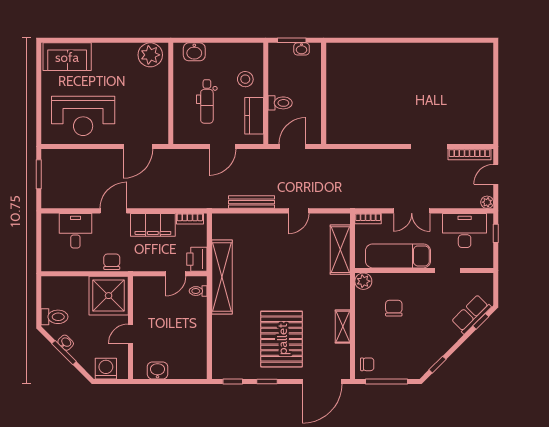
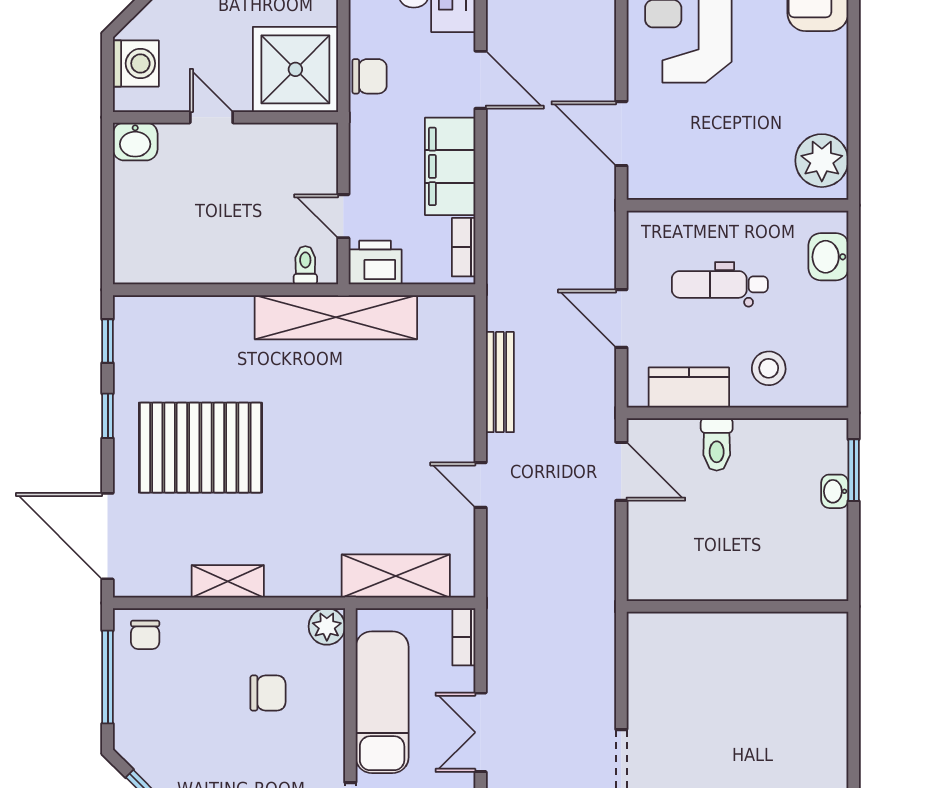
wall: (324, 93) -> (737, 606), moved
washbasin: (158, 370) -> (135, 141), moved, turned 90

